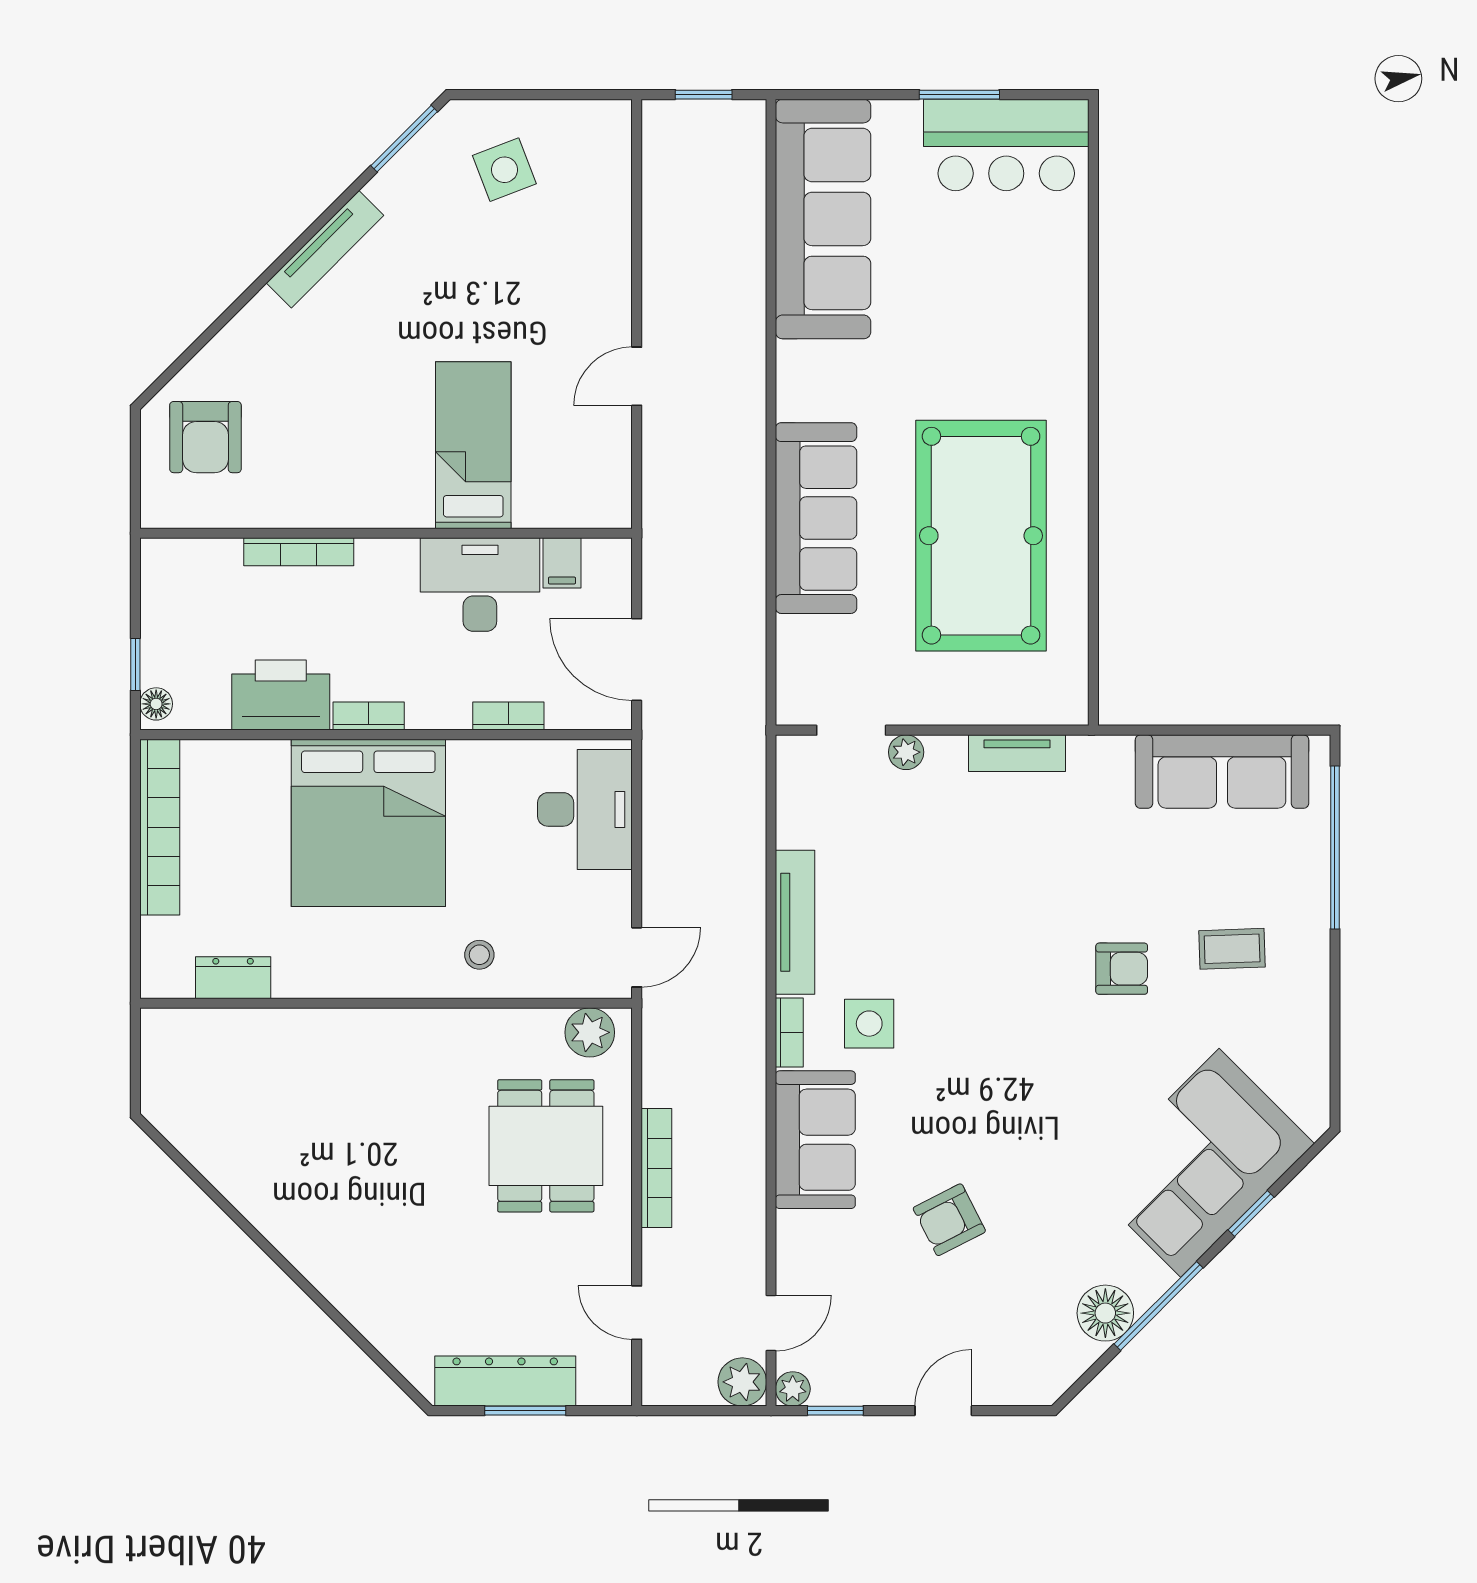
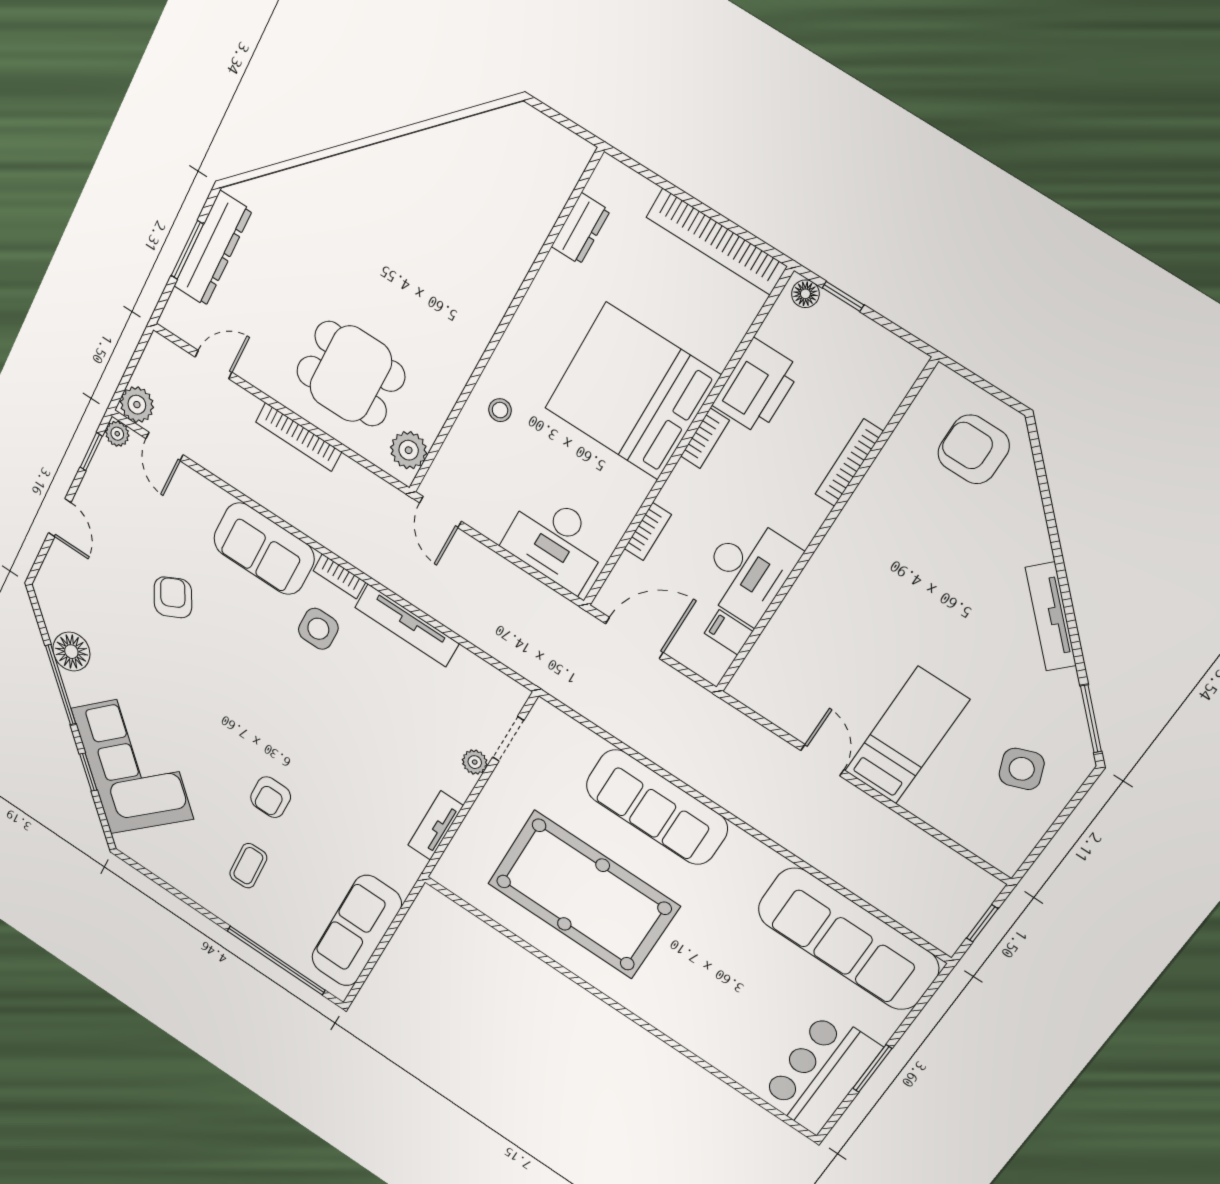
bed: (473, 445) -> (907, 735), moved, turned -90

